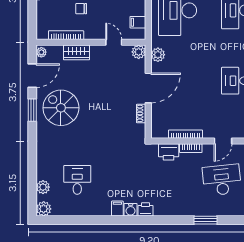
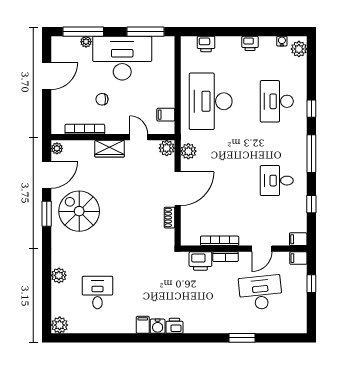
wardrobe: (77, 52) -> (110, 149), moved
plant: (43, 187) -> (59, 275), moved

